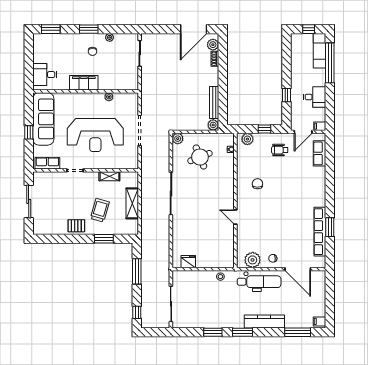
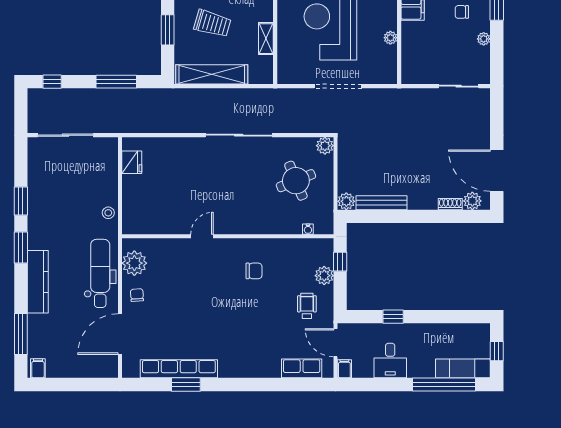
window: (265, 129) -> (340, 262), moved
plant: (247, 139) -> (324, 276), moved
shelving: (132, 203) -> (212, 74), width x1.47
dental chair: (259, 282) -> (100, 273), turned 180

